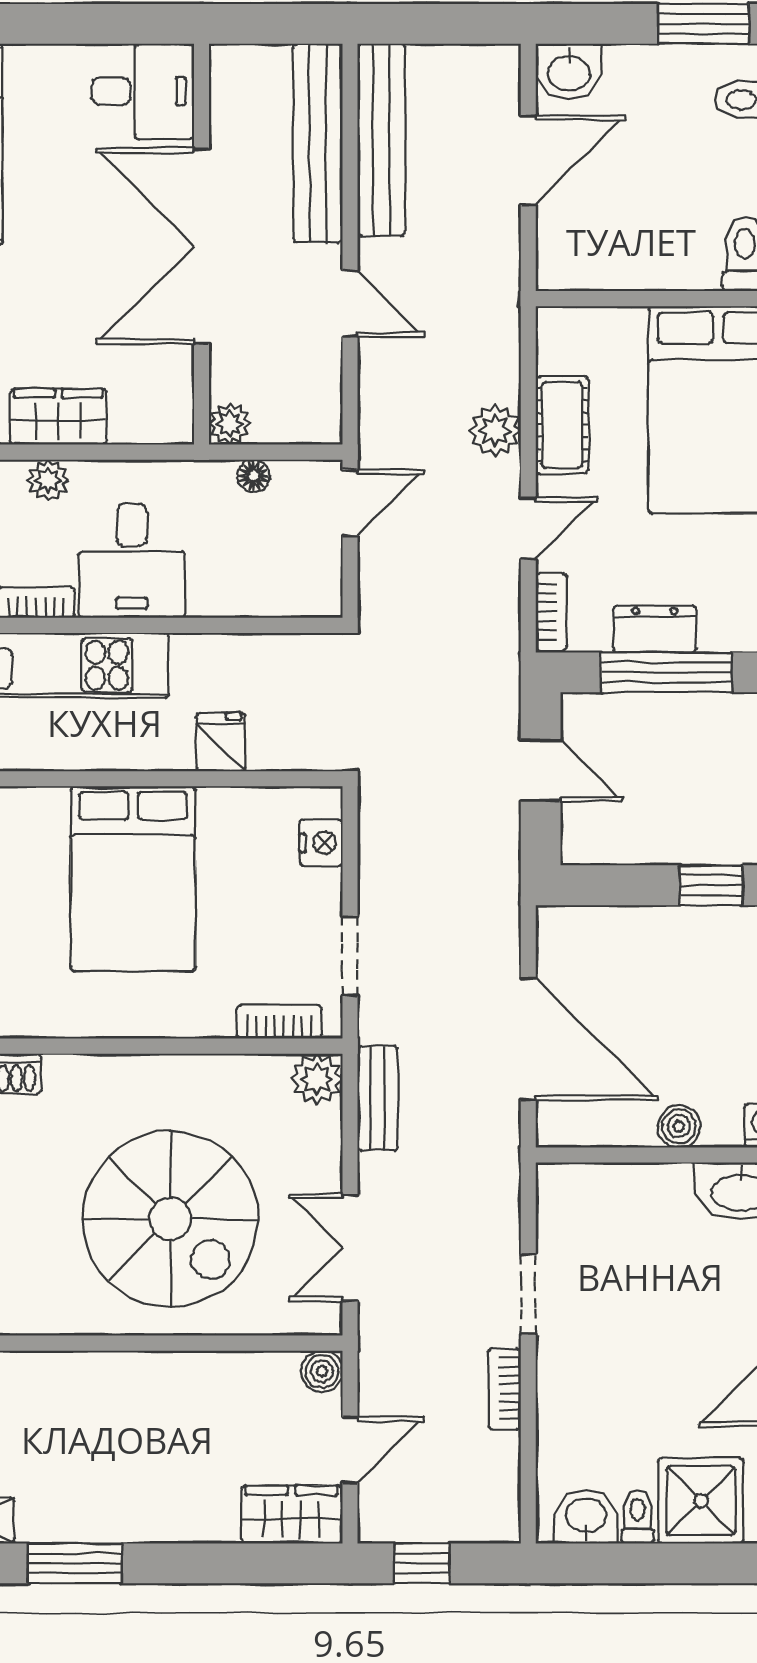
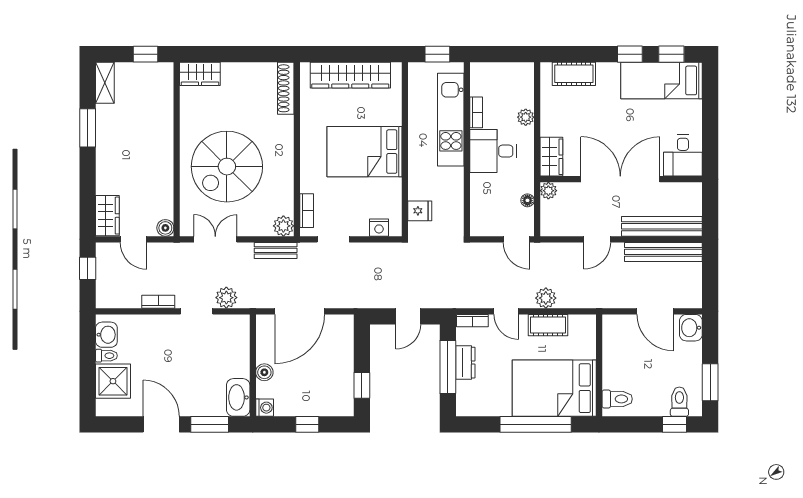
wardrobe: (58, 417) -> (551, 157), moved
fridge: (221, 742) -> (420, 211), moved
plant: (494, 1220) -> (226, 298), added

